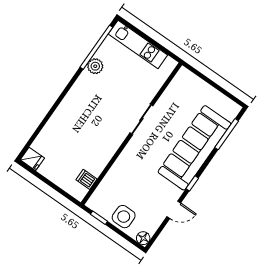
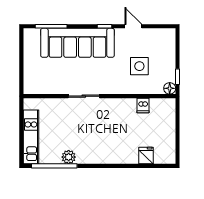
fridge: (32, 159) -> (146, 156), moved
dishwasher: (87, 179) -> (143, 105), moved
side table: (124, 217) -> (139, 66), moved
floor lamp: (143, 238) -> (170, 88), moved

